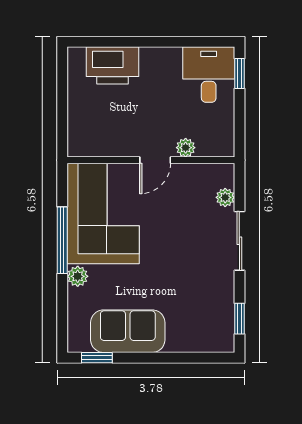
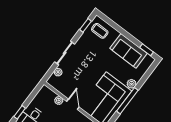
door: (155, 160) -> (73, 104), hinge flipped
coffee table: (206, 328) -> (100, 31), added

